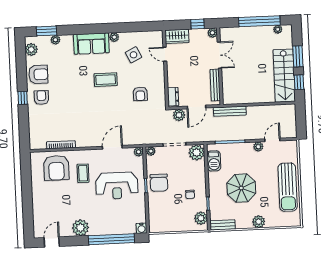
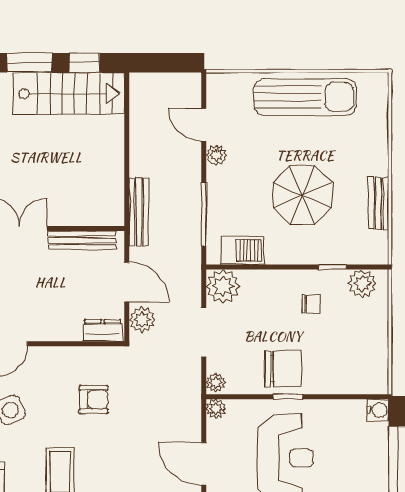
plant: (259, 222) -> (375, 161), removed
bench: (223, 225) -> (379, 203), moved

